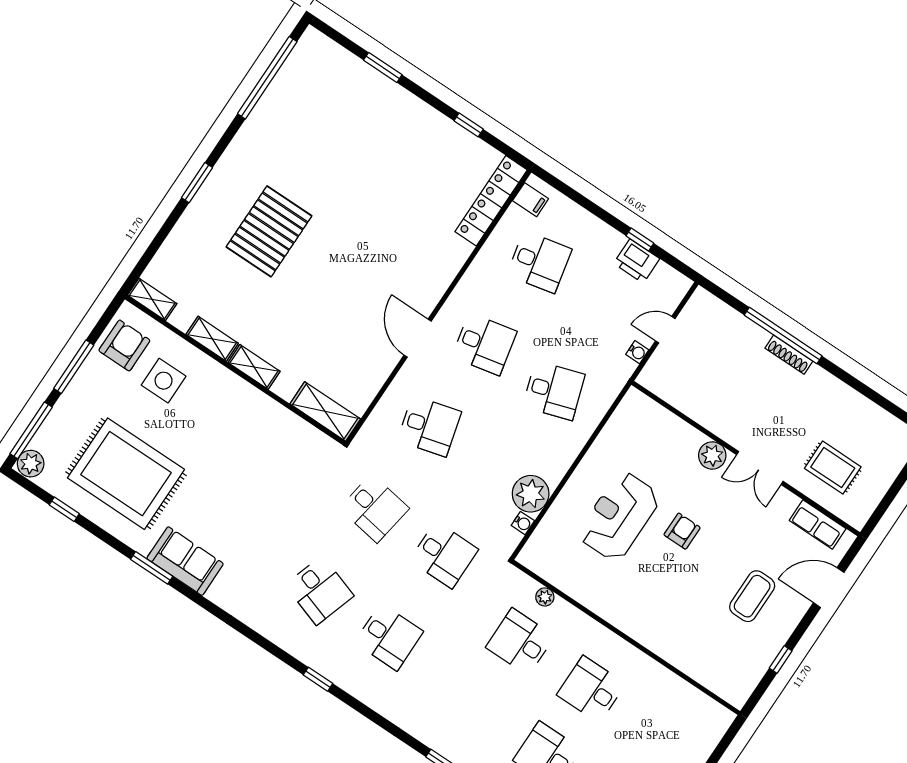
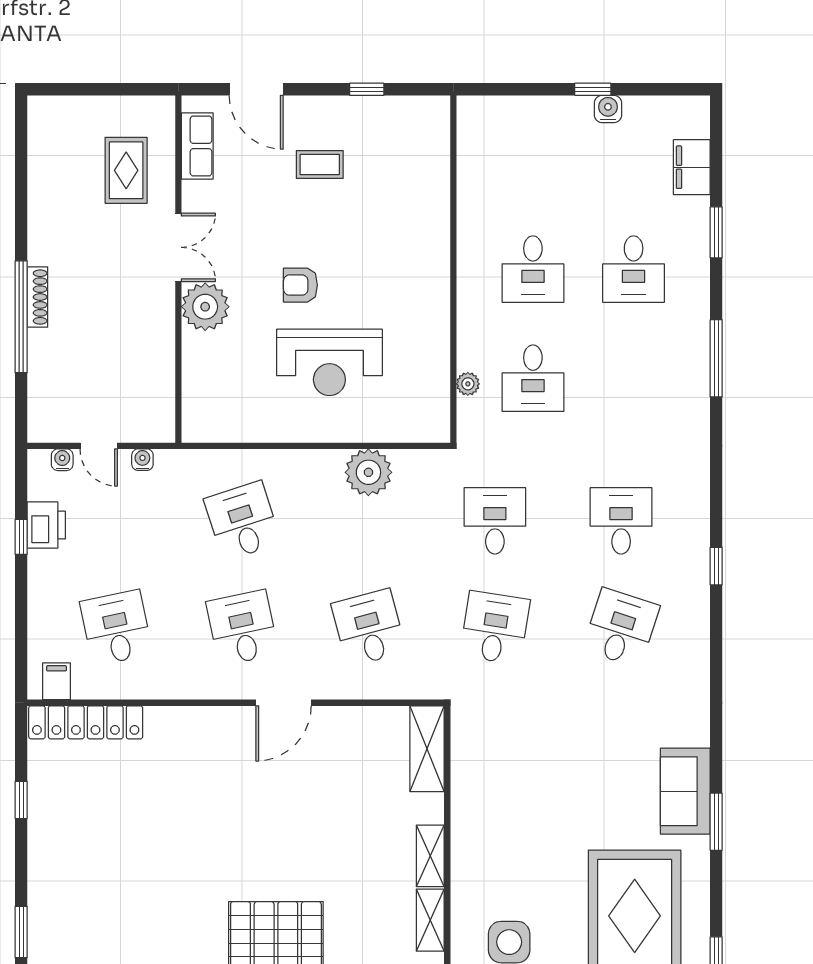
plant: (712, 455) -> (205, 307), width x1.36, depth x1.36
water cooler: (523, 523) -> (62, 460), moved
coffee table: (752, 596) -> (320, 165), width x0.73, depth x0.77

